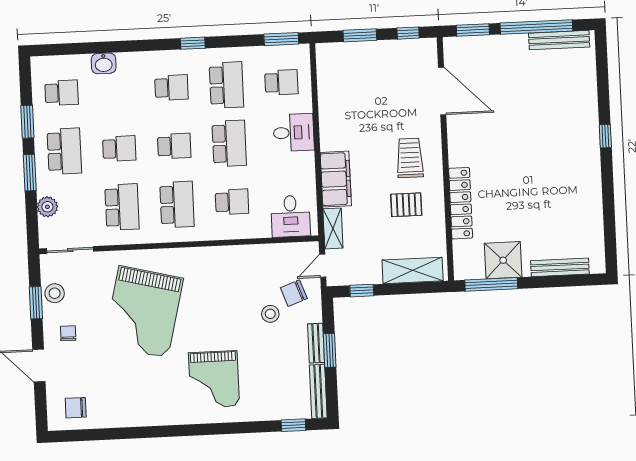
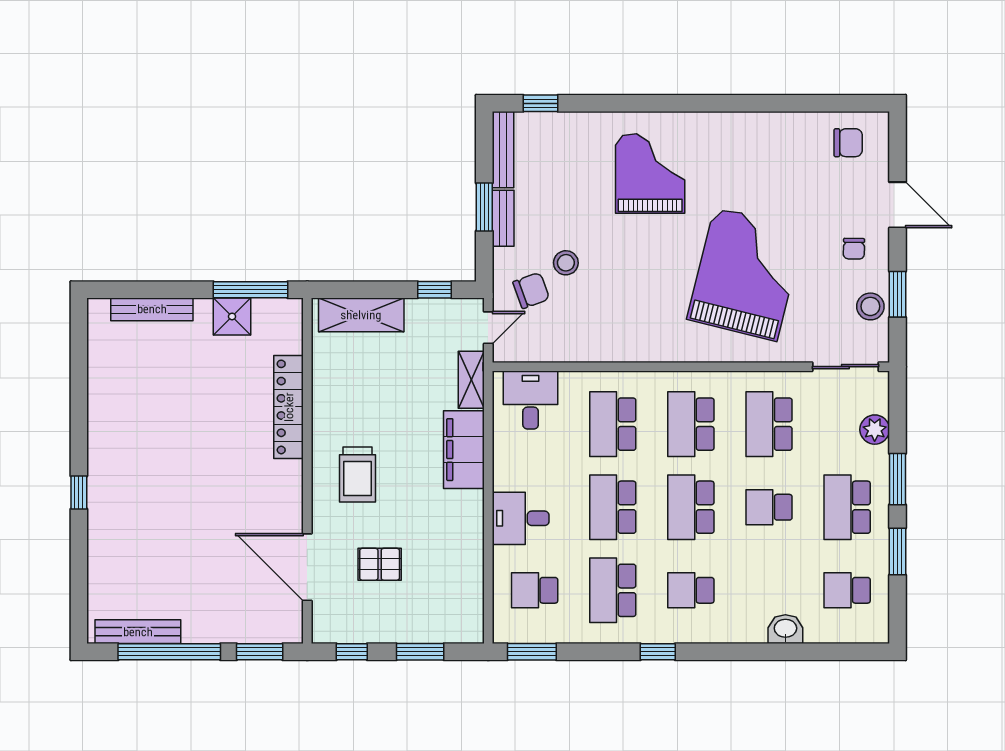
school desk: (174, 146) -> (691, 507), width x1.85
school desk: (232, 202) -> (613, 424), width x1.85
pallet: (406, 205) -> (380, 564), moved
shower: (503, 260) -> (232, 316), width x0.73, depth x0.73

